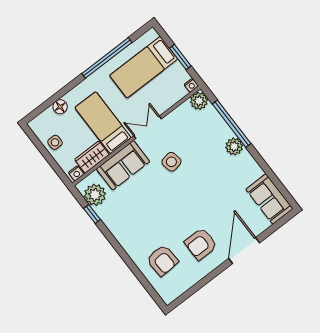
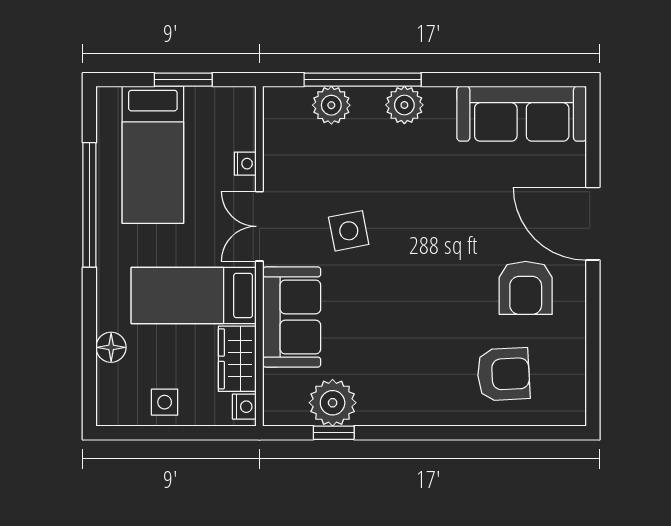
nightstand: (191, 85) -> (245, 164), moved
plant: (199, 101) -> (331, 105), moved
plant: (95, 195) -> (333, 403), moved
sofa: (269, 199) -> (522, 114), width x1.36

